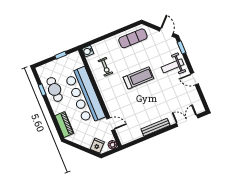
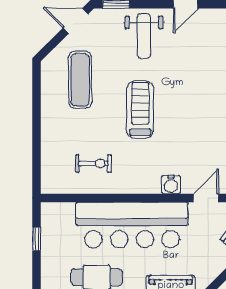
exercise mat: (133, 38) -> (80, 80), moved
water cooler: (88, 51) -> (171, 185), moved

